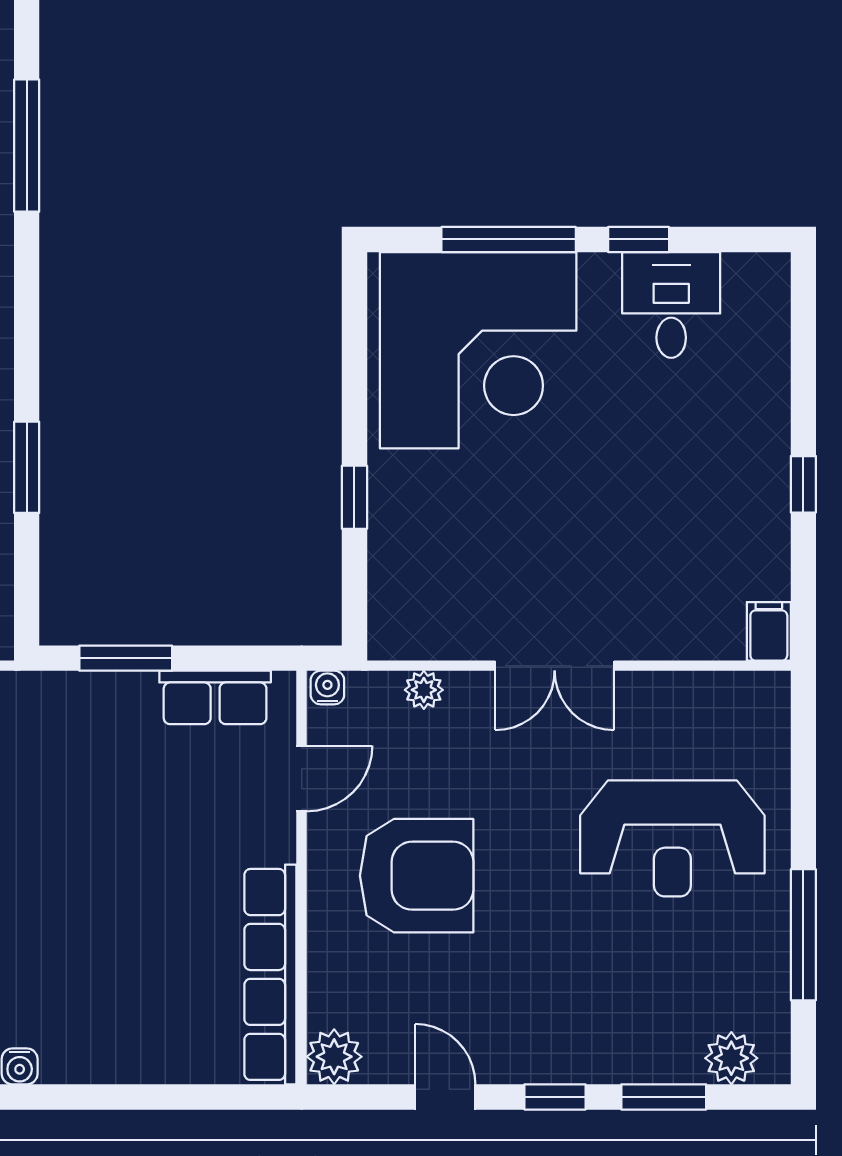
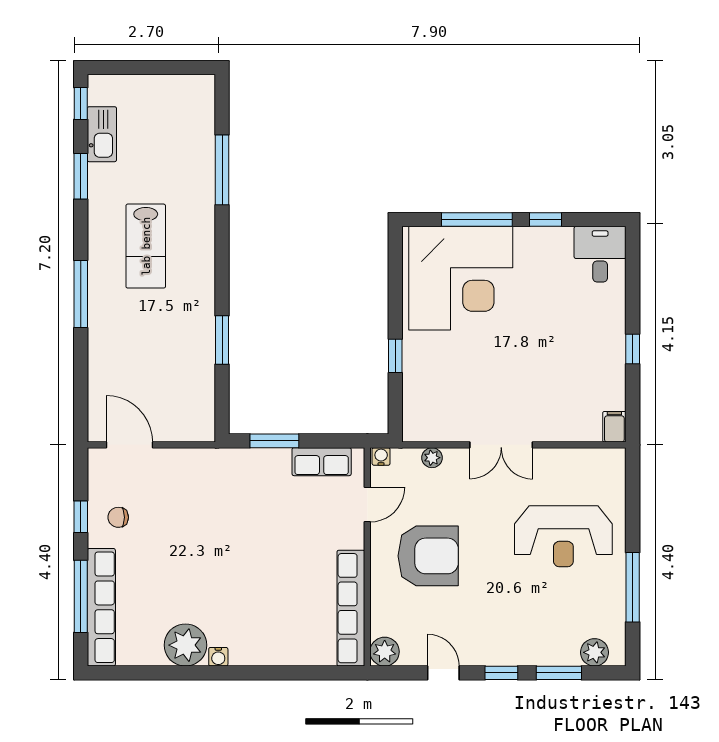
desk: (671, 305) -> (600, 254), moved

